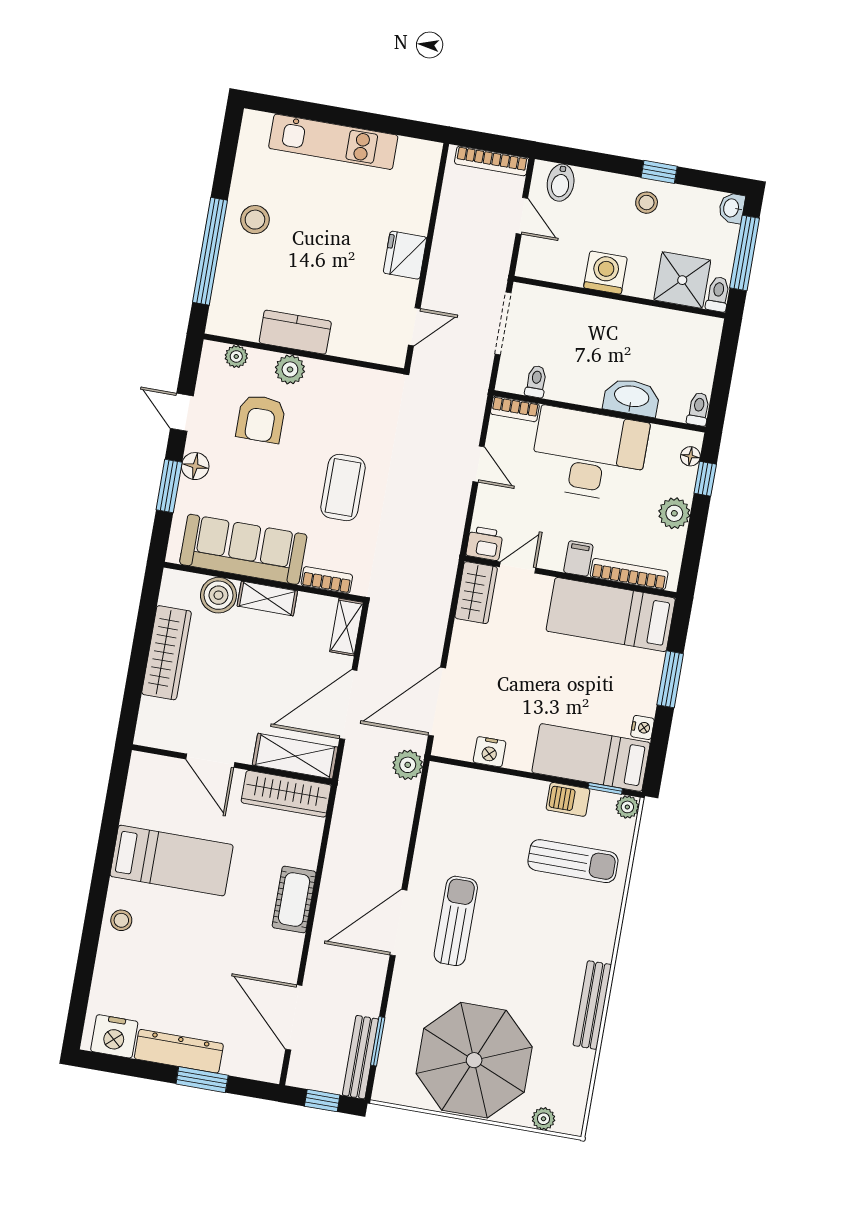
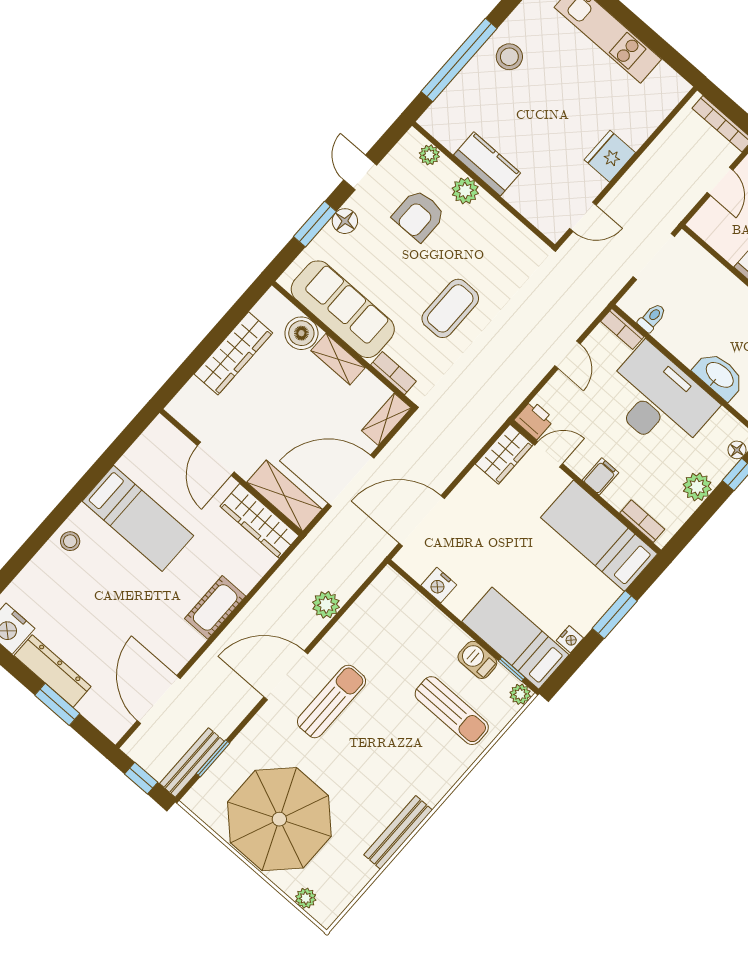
bookcase: (629, 574) -> (642, 521), width x0.64
plant: (408, 765) -> (326, 605), moved

